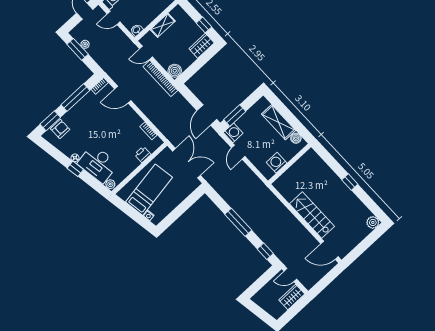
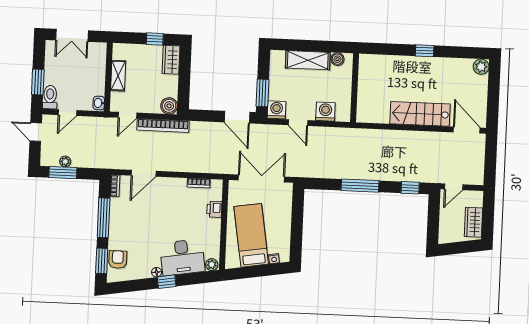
washing machine: (277, 163) -> (325, 112), moved, turned 90
door: (329, 250) -> (467, 130), swing flipped
wardrobe: (292, 297) -> (473, 222), moved

